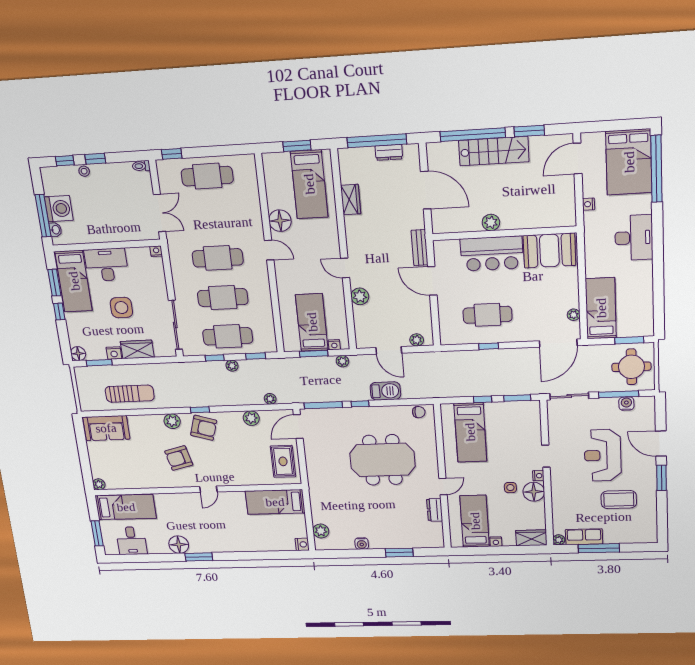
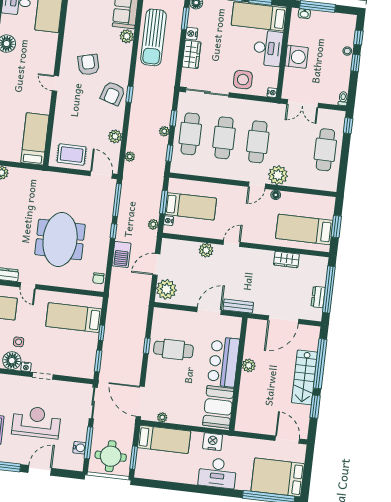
nightstand: (588, 204) -> (213, 442), moved, width x1.89, depth x1.79
washing machine: (59, 209) -> (297, 57), moved, turned -90
floor lamp: (280, 221) -> (276, 195), width x0.53, depth x0.53
plant: (251, 228) -> (278, 175), added
side table: (121, 308) -> (243, 80), moved
cafe table: (487, 315) -> (173, 349), turned 90
plant: (417, 340) -> (166, 289), width x1.88, depth x1.88
sun lounger: (130, 394) -> (154, 37), width x1.36, depth x1.34
plant: (172, 421) -> (127, 36), moved

